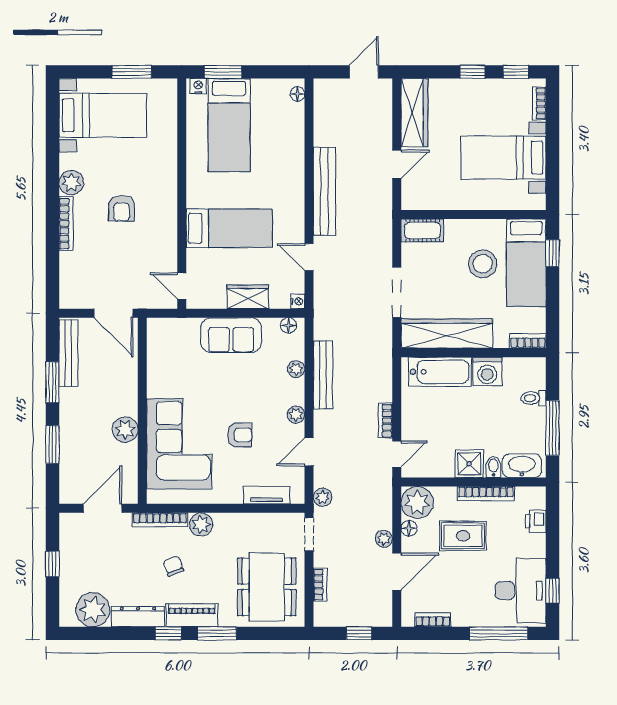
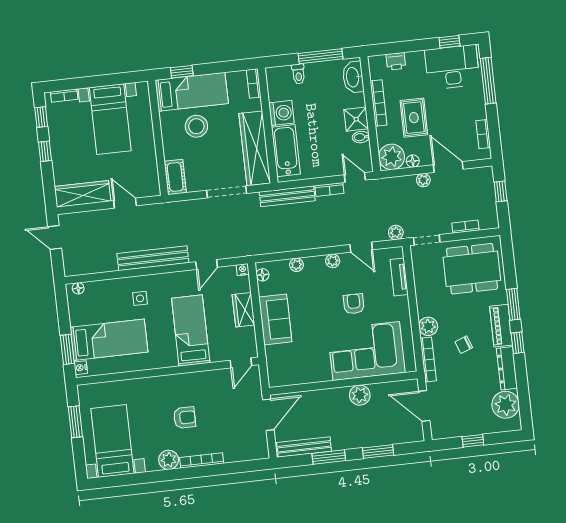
side table: (276, 170) -> (140, 298), added
bench: (323, 375) -> (287, 196), moved
bidet: (493, 467) -> (361, 137), moved

